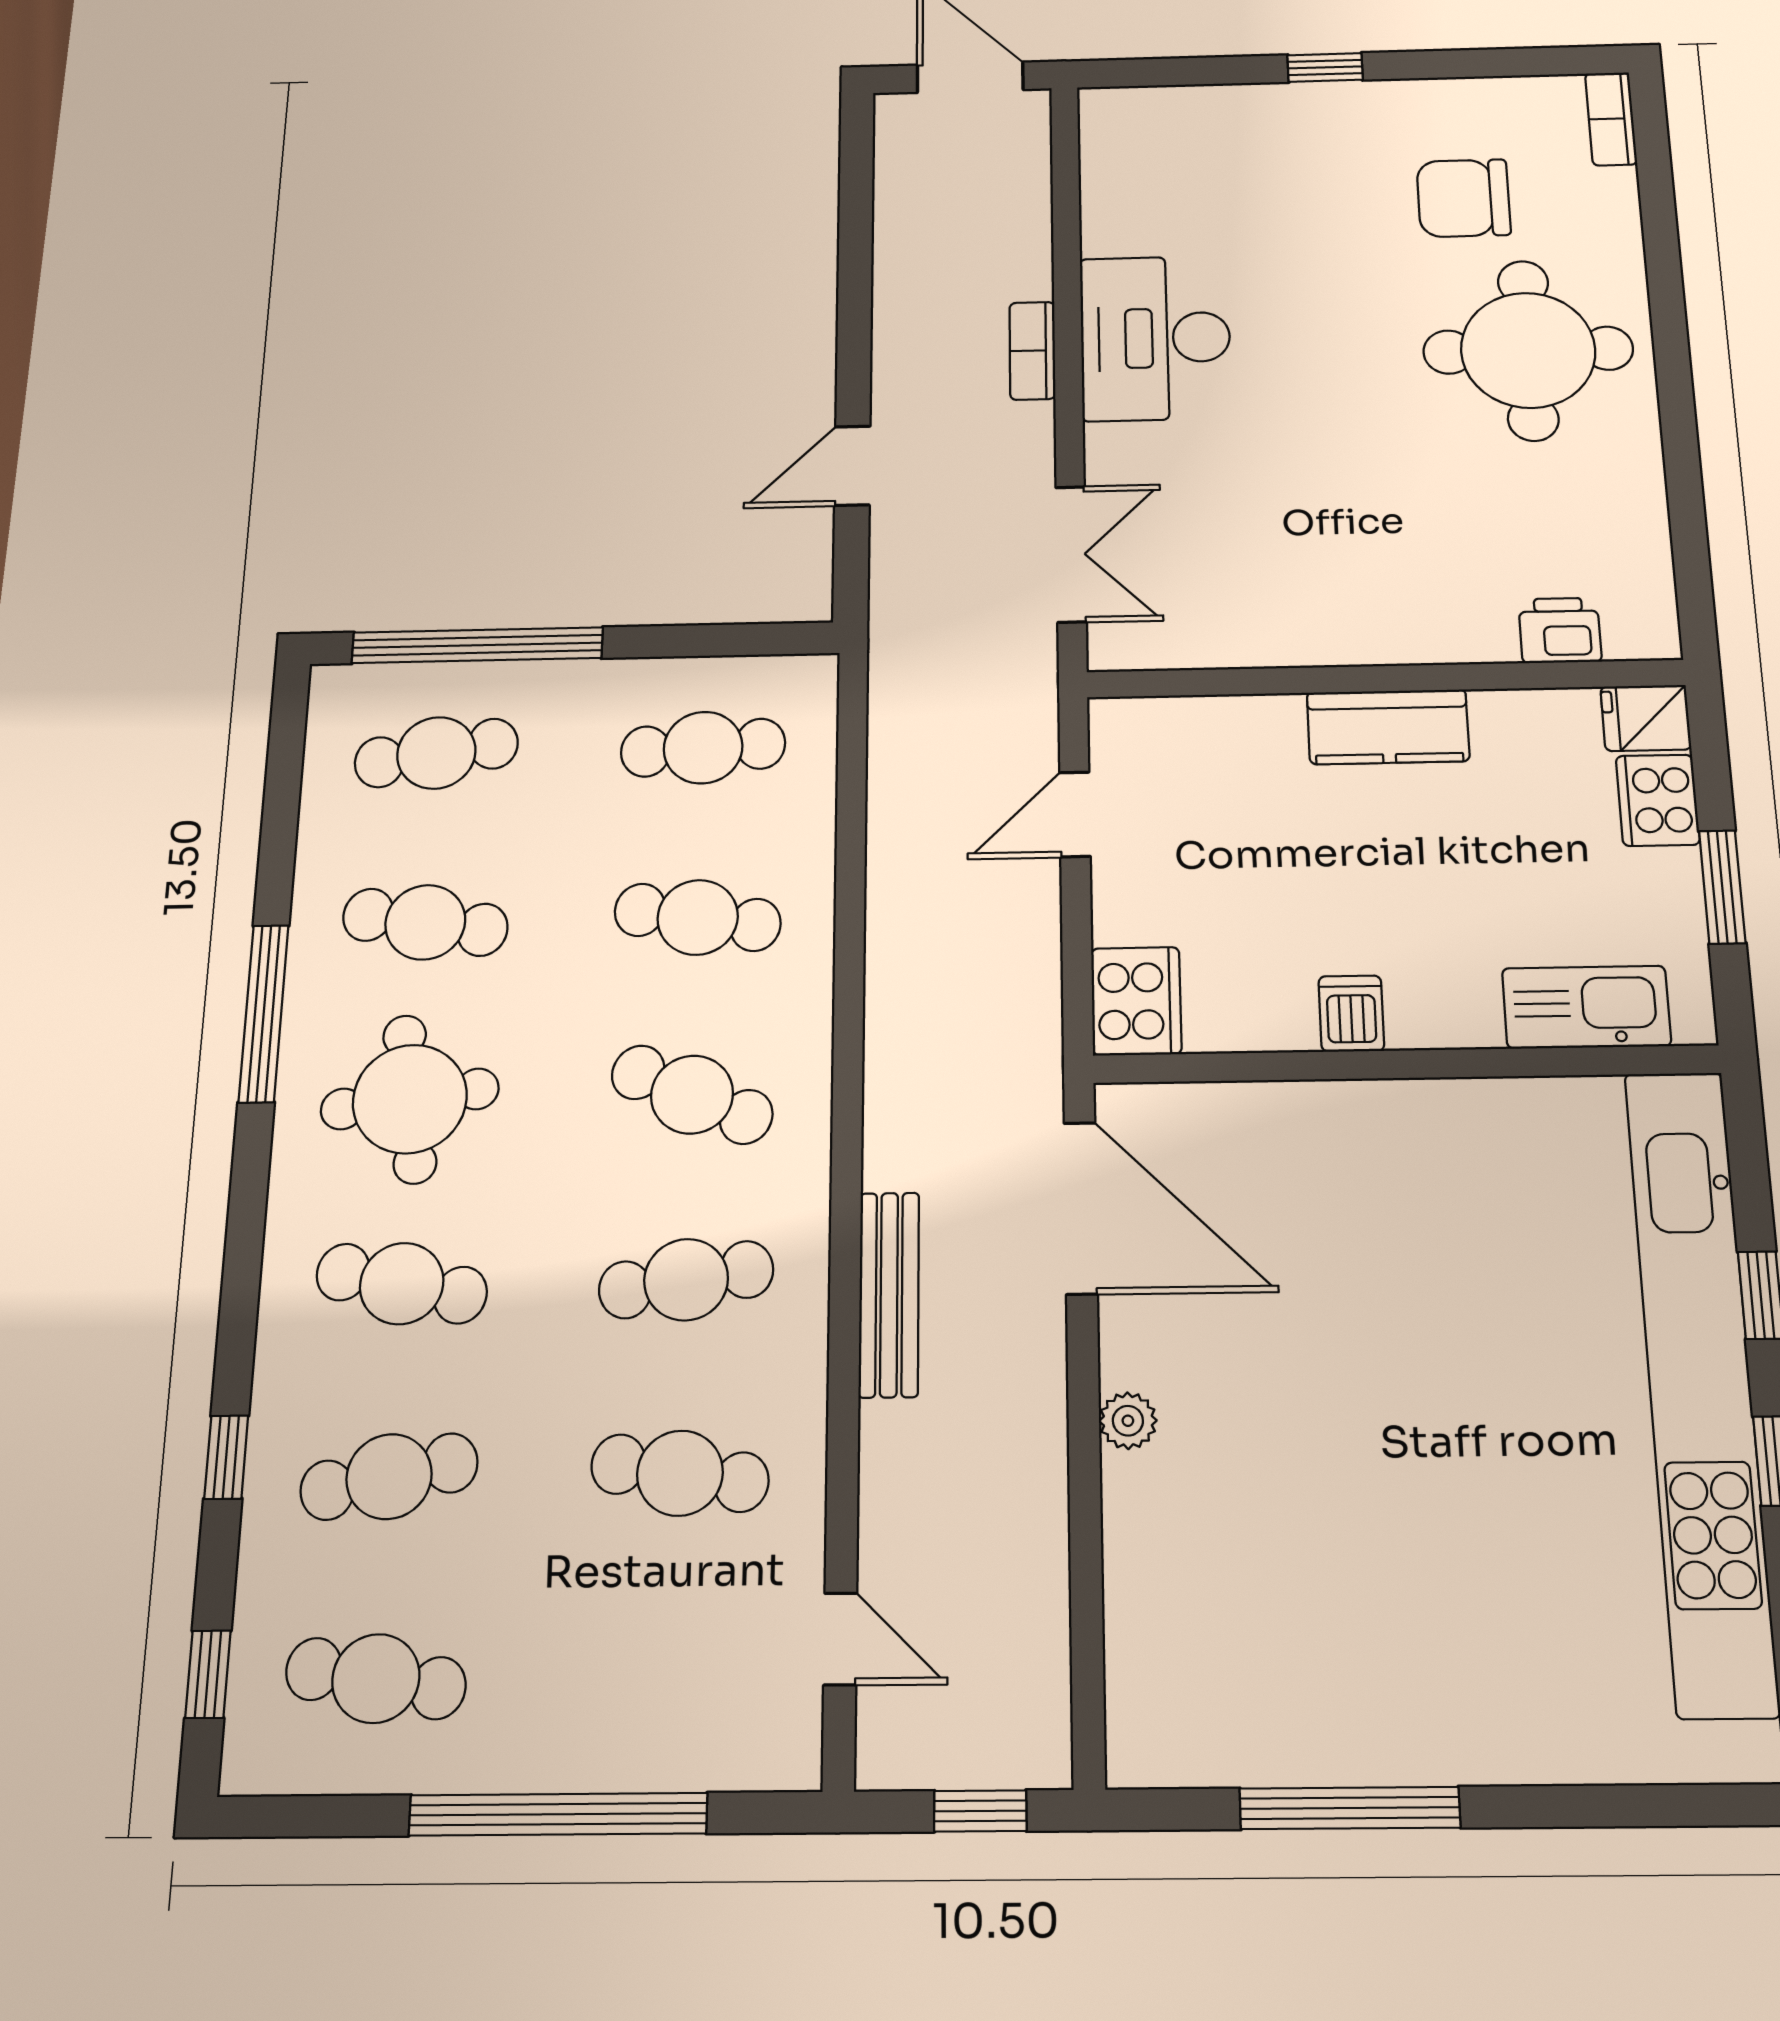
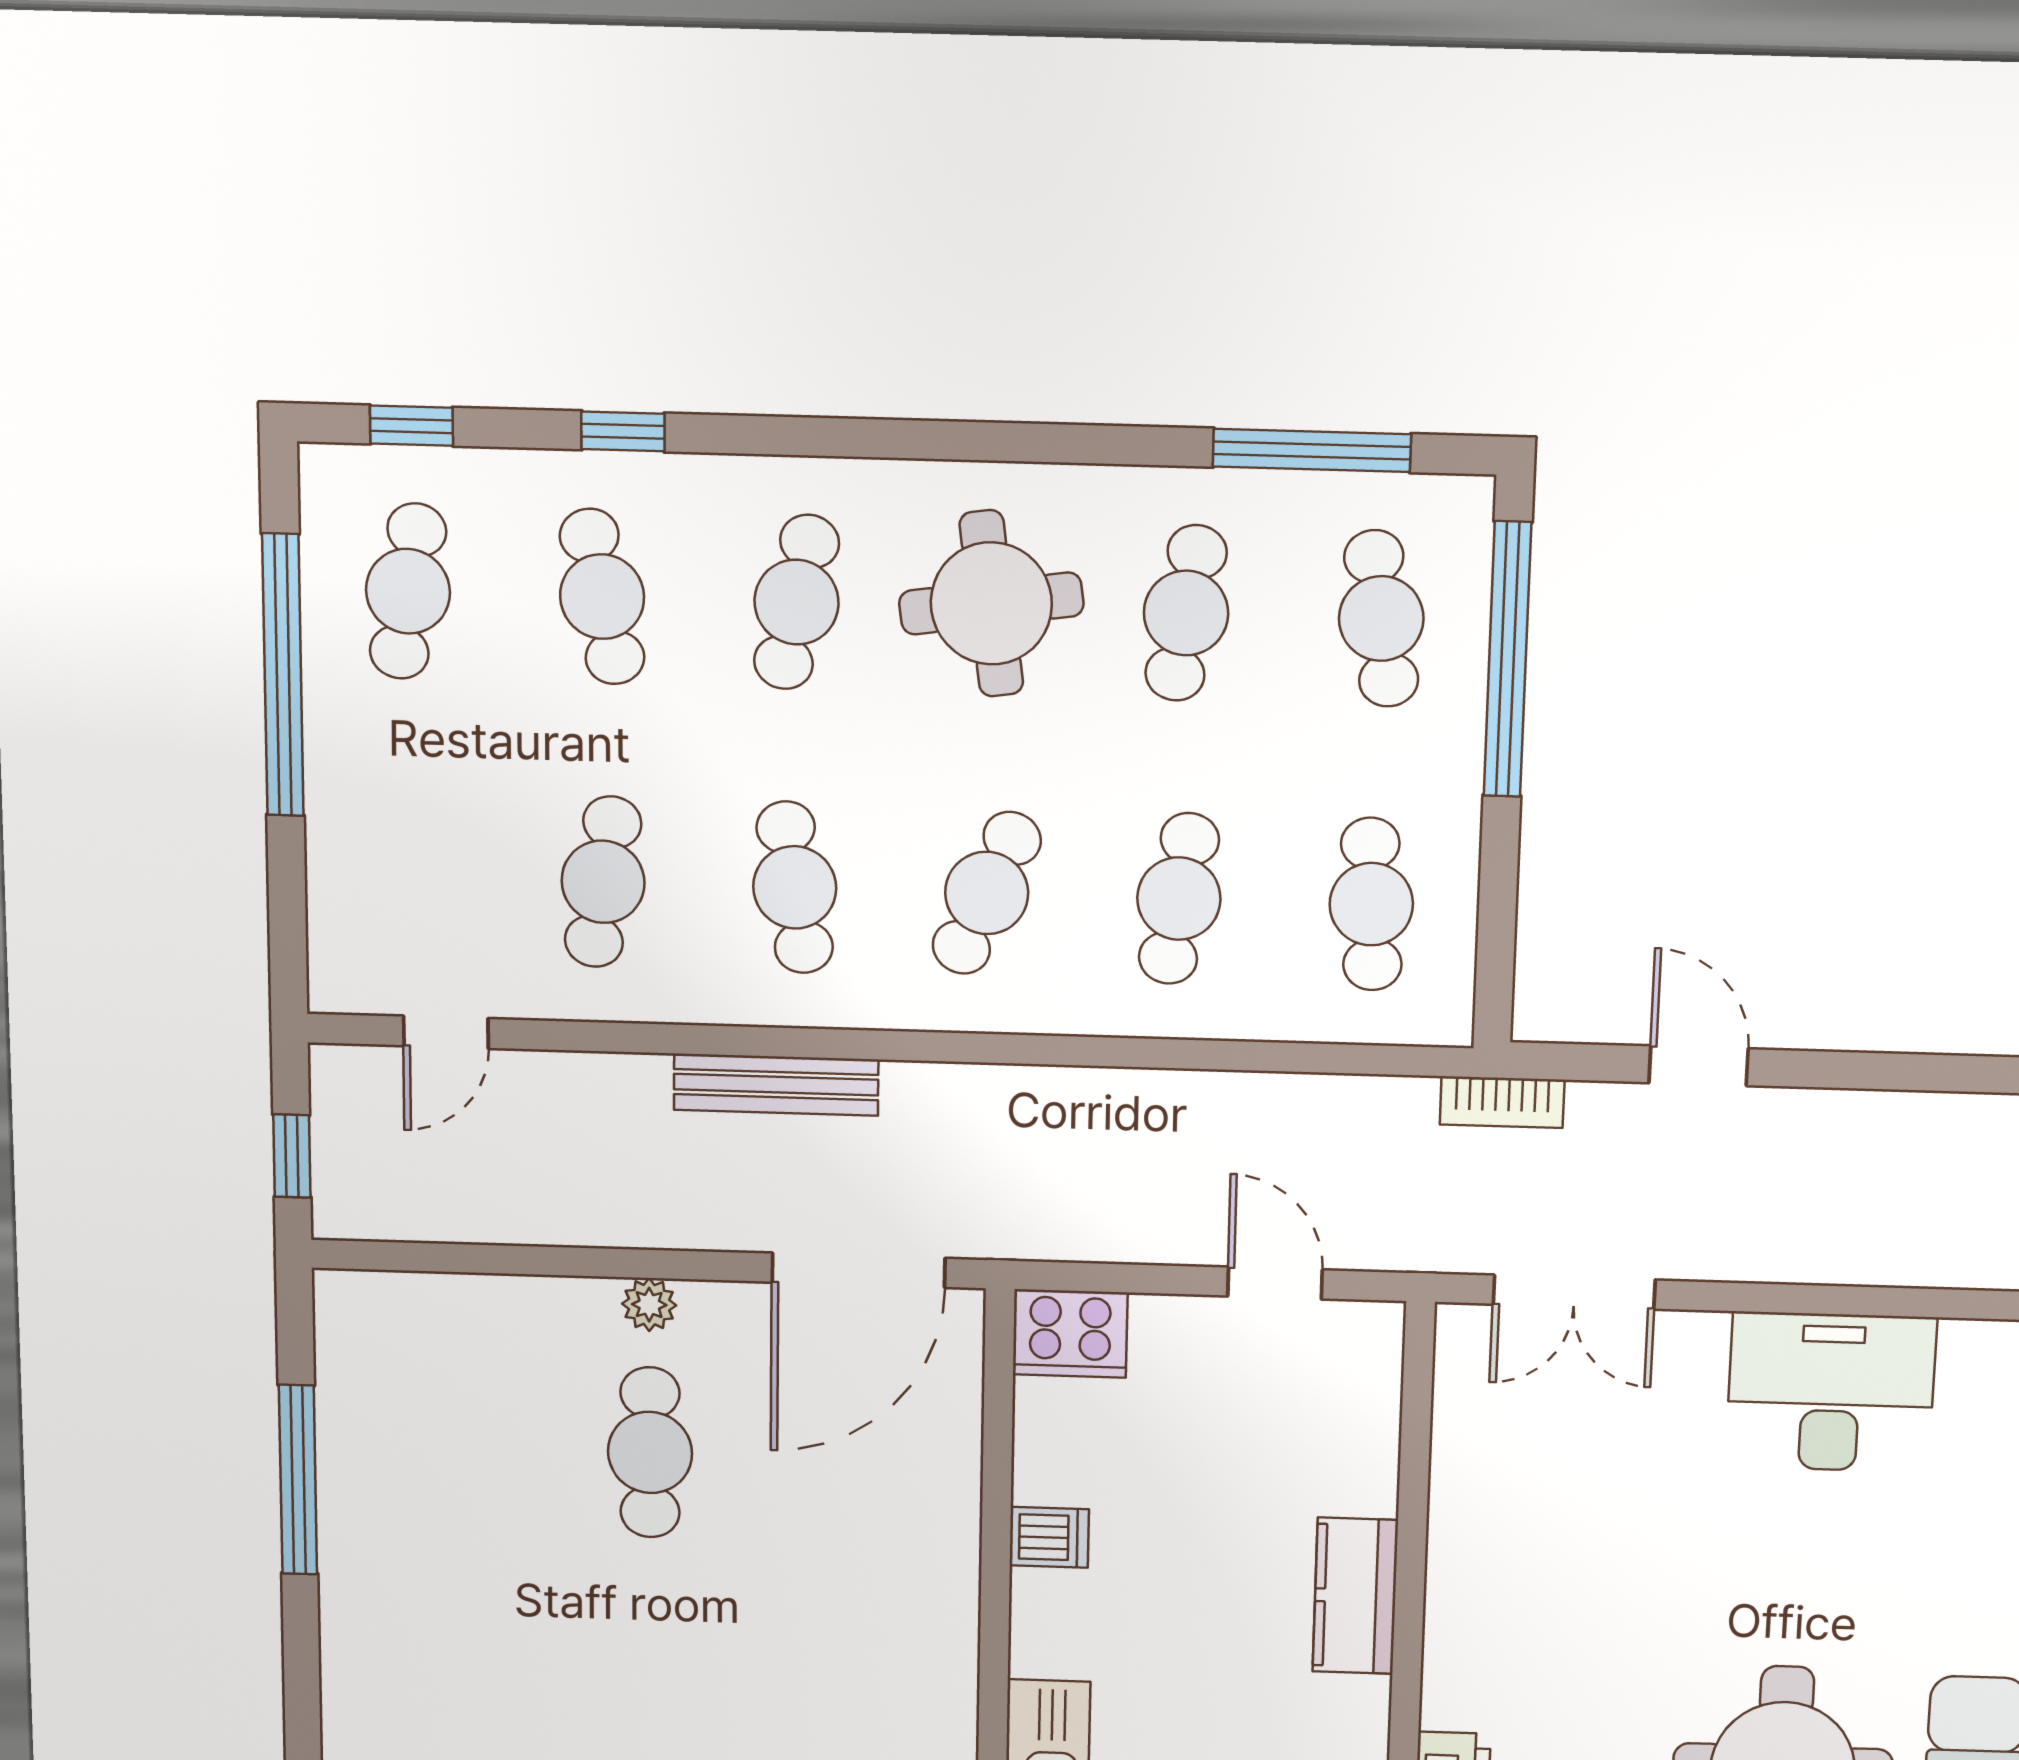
bookcase: (1032, 351) -> (1502, 1102), moved, turned 180
window: (264, 1013) -> (1312, 450), moved
cafe table: (1290, 1418) -> (650, 1452), added
window: (558, 1814) -> (283, 675), moved

